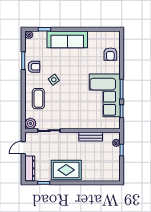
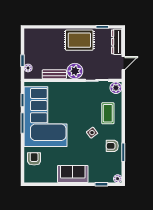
sofa: (67, 39) -> (73, 174), width x0.73
corner sofa: (105, 95) -> (45, 117), width x1.36, depth x1.36
plant: (70, 140) -> (75, 71), added

